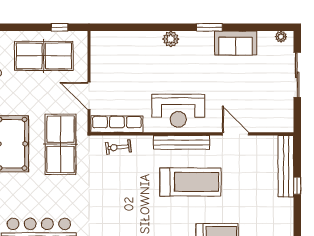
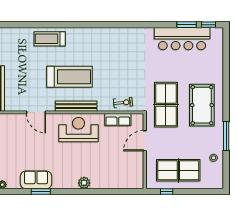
window: (209, 27) -> (41, 192), moved
door: (89, 96) -> (145, 141), swing flipped
row of seats: (117, 124) -> (118, 120), width x0.68
treadmill: (190, 182) -> (69, 77), turned 180

